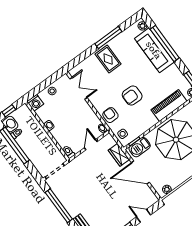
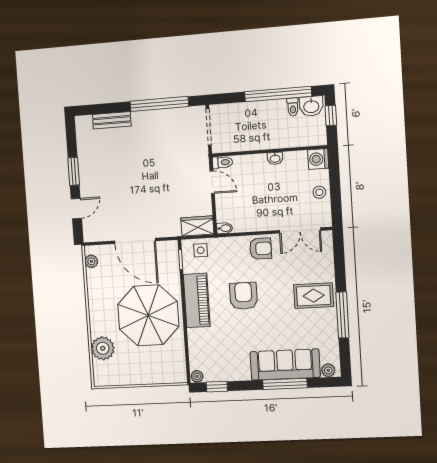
window: (165, 44) -> (285, 384), width x0.68
piano: (169, 105) -> (197, 300), moved
armchair: (110, 115) -> (261, 249), moved
door: (91, 145) -> (212, 182), moved
barbecue: (140, 147) -> (169, 261), removed
wardrobe: (119, 155) -> (197, 226), moved
door: (140, 172) -> (135, 241), swing flipped

